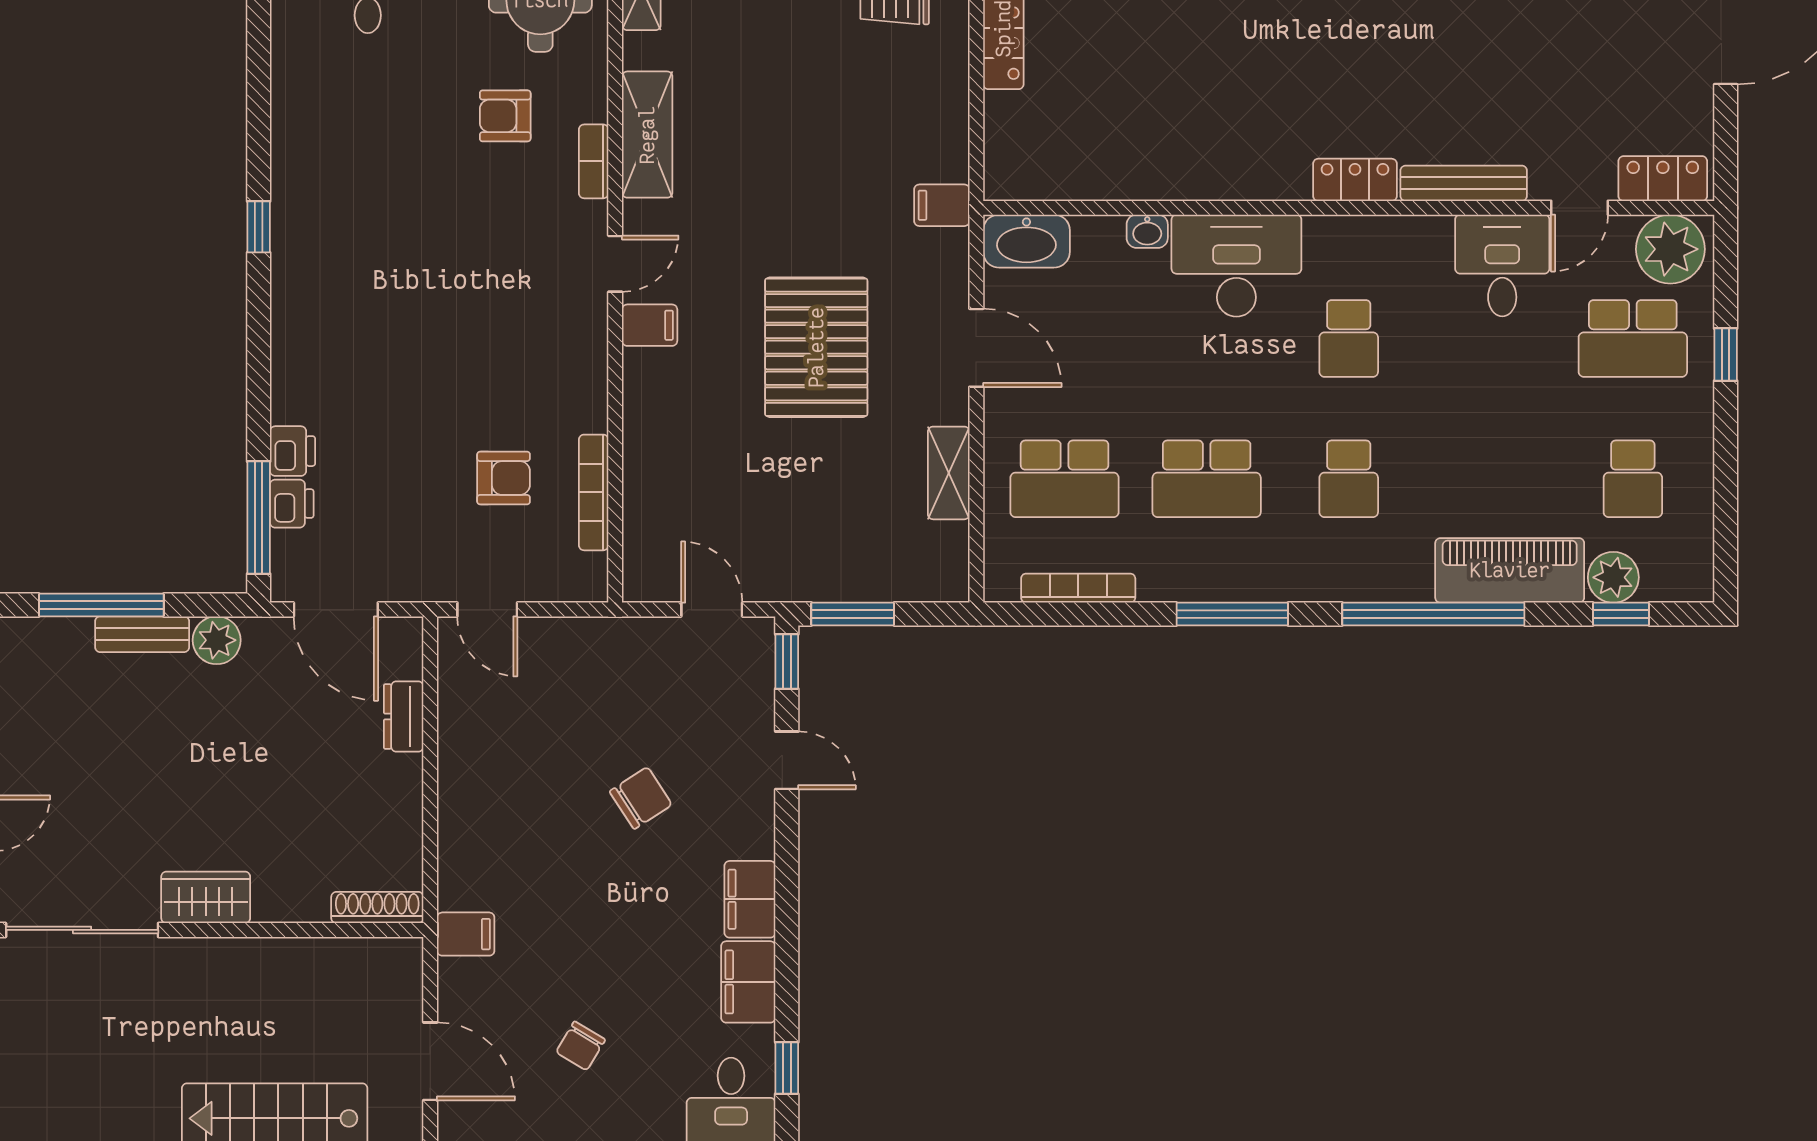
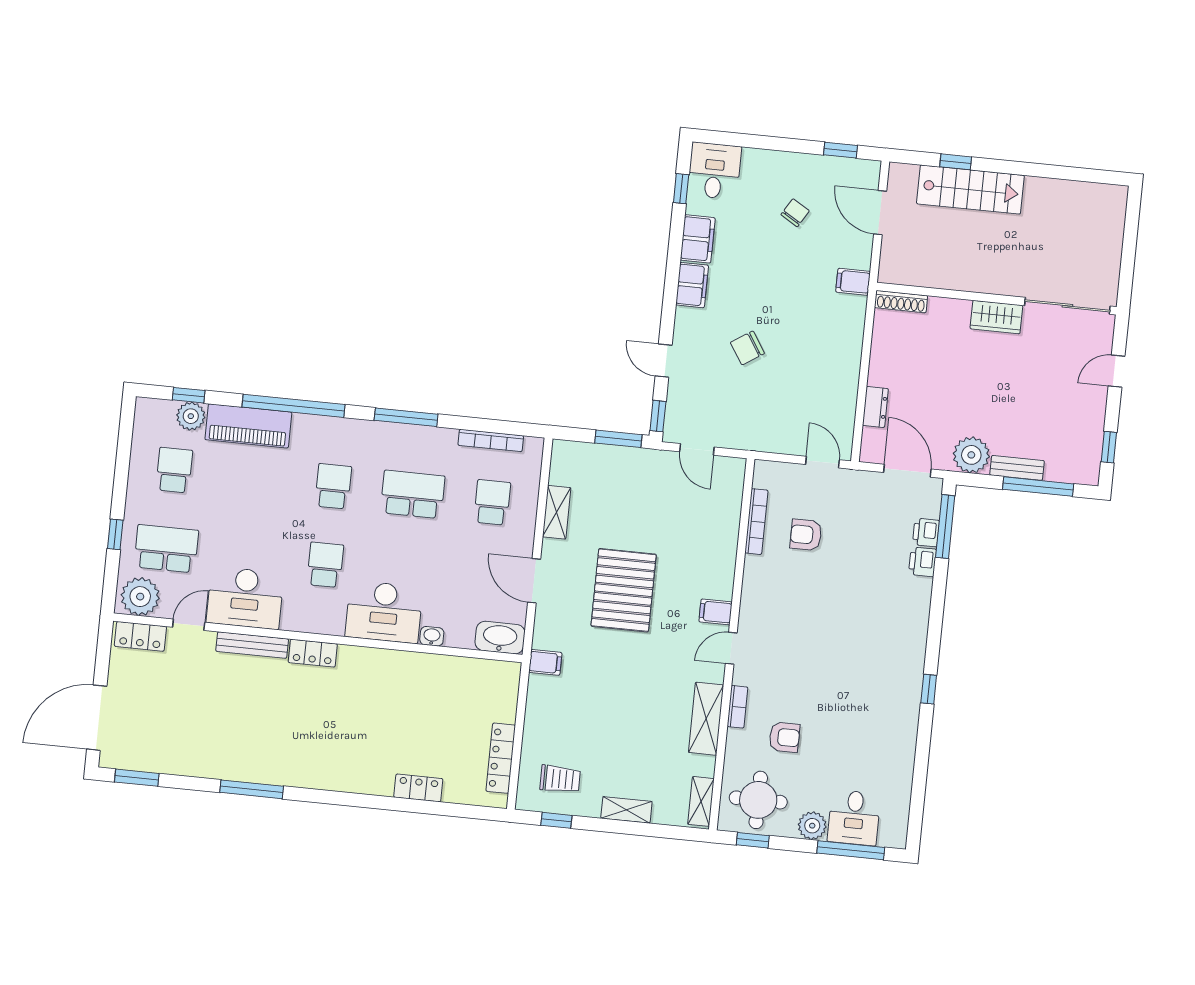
desk: (1502, 265) -> (245, 598), width x1.37
school desk: (1065, 479) -> (492, 502), width x0.54
plant: (217, 640) -> (971, 455), width x1.36, depth x1.36

